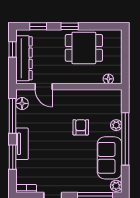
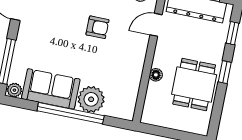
floor lamp: (108, 79) -> (156, 75), moved
plant: (116, 125) -> (91, 99), width x1.87, depth x1.87
armchair: (81, 127) -> (97, 27), moved

